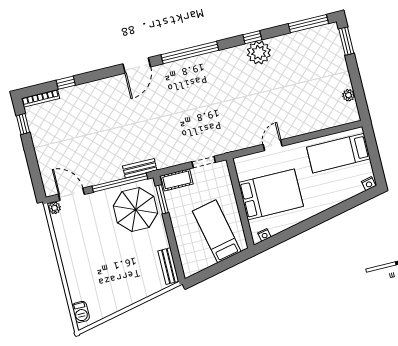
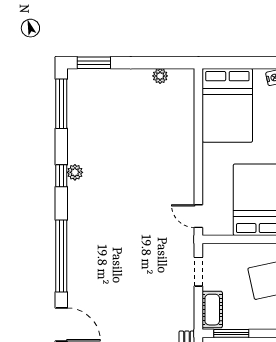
plant: (259, 53) -> (75, 172), width x0.53, depth x0.53
door: (273, 145) -> (198, 216), moved
bed: (338, 153) -> (227, 105), width x1.50

